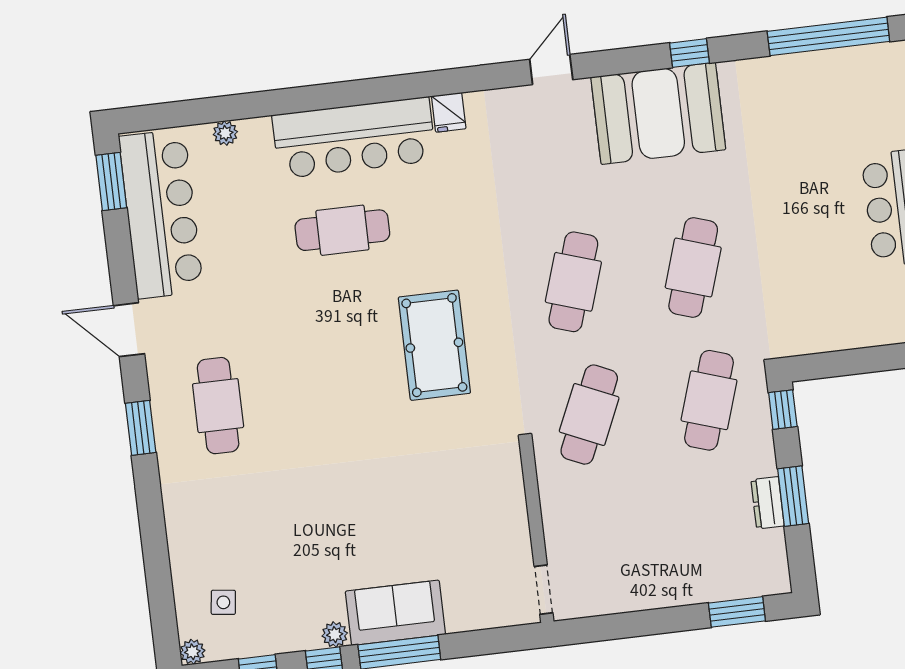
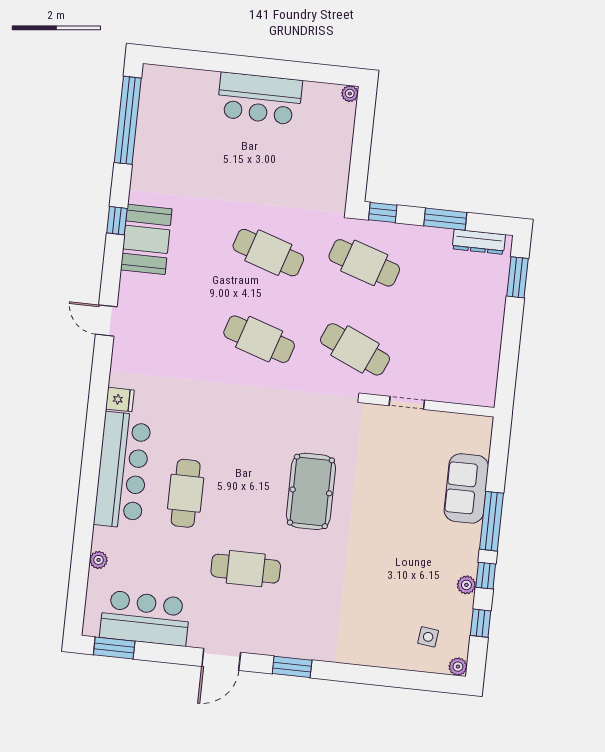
booth: (658, 113) -> (146, 239), width x0.73, depth x0.70
bar counter: (161, 214) -> (145, 618), width x0.73
pool table: (434, 345) -> (311, 491), moved, turned 90
cafe table: (218, 406) -> (246, 569), moved
dresser: (768, 503) -> (479, 242), moved, width x1.44
doorway: (543, 590) -> (407, 403), moved
sofa: (395, 613) -> (466, 488), moved
plant: (335, 635) -> (466, 585), moved

